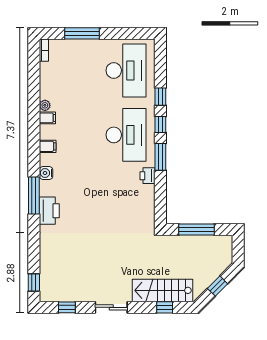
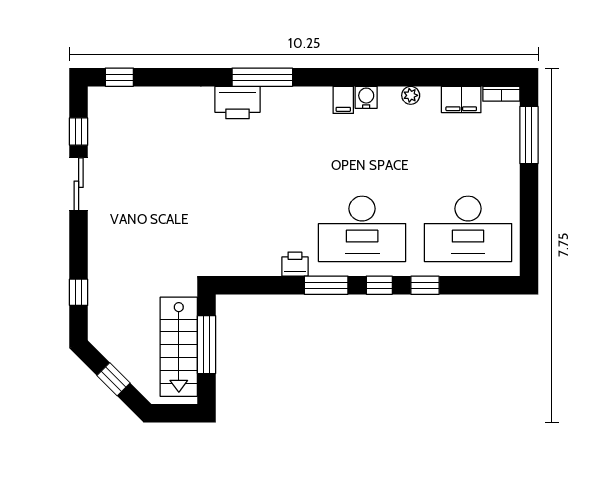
window: (82, 33) -> (529, 135), moved
filing cabinet: (47, 118) -> (461, 100), moved, width x2.00
water cooler: (46, 173) -> (366, 97), moved
stairs: (163, 290) -> (179, 347), moved, turned 180
sliding door: (111, 307) -> (79, 184), moved

